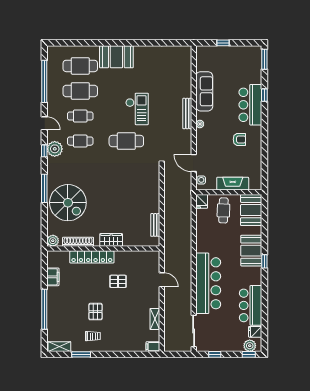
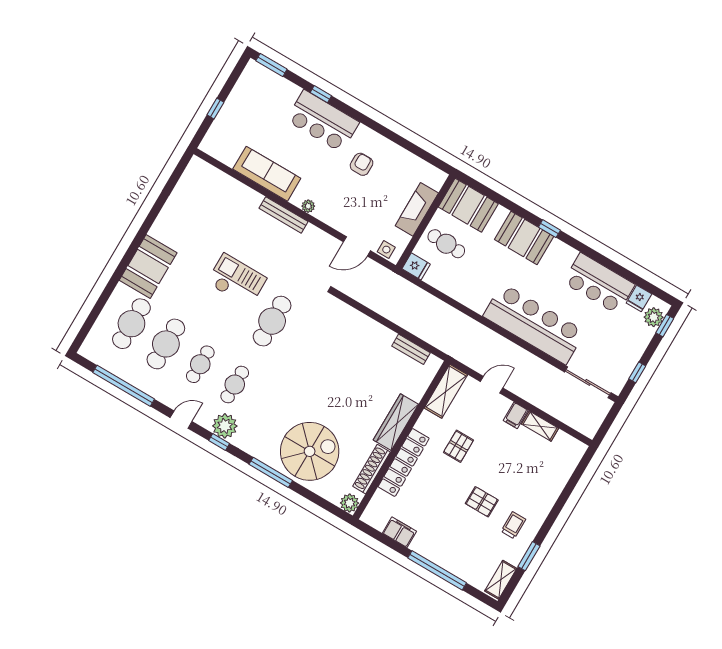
wardrobe: (111, 240) -> (396, 422), width x1.50
shelving: (144, 257) -> (446, 391), added
filing cabinet: (153, 347) -> (516, 415), moved

